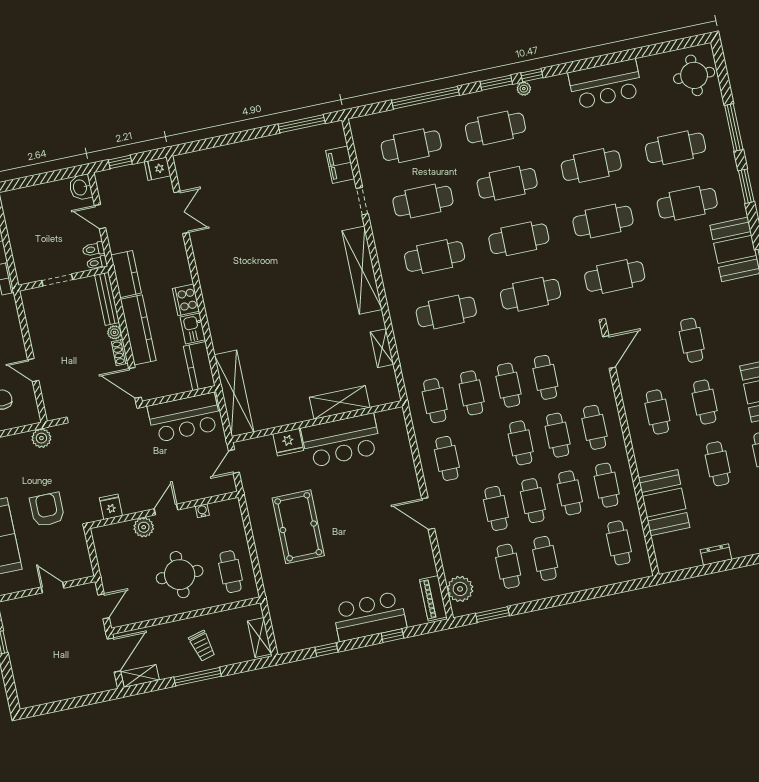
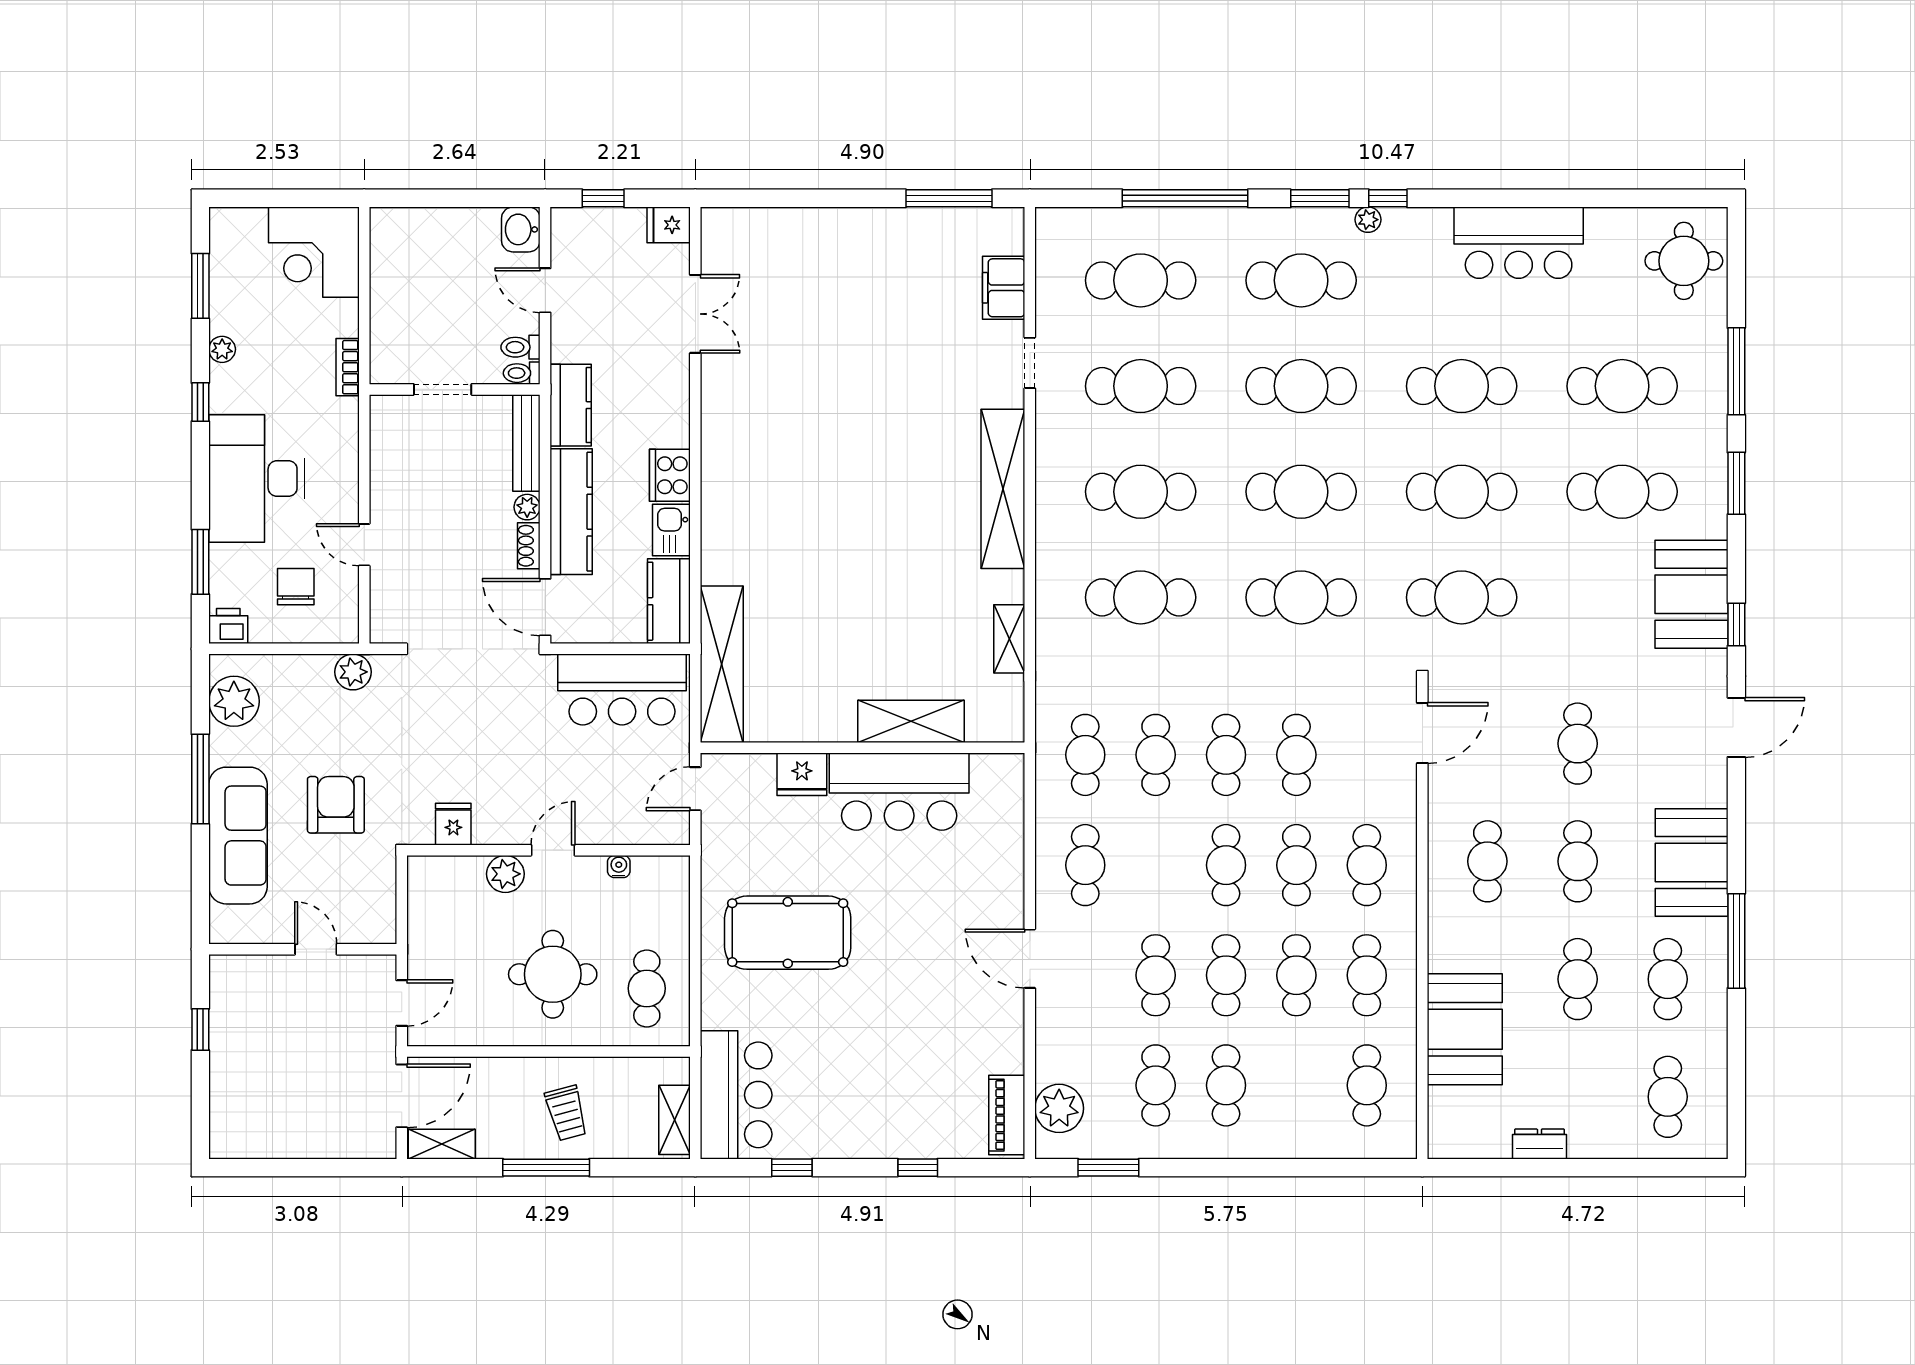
pool table: (298, 527) -> (788, 933), turned 90
bar counter: (369, 616) -> (736, 1095), moved, turned 90

